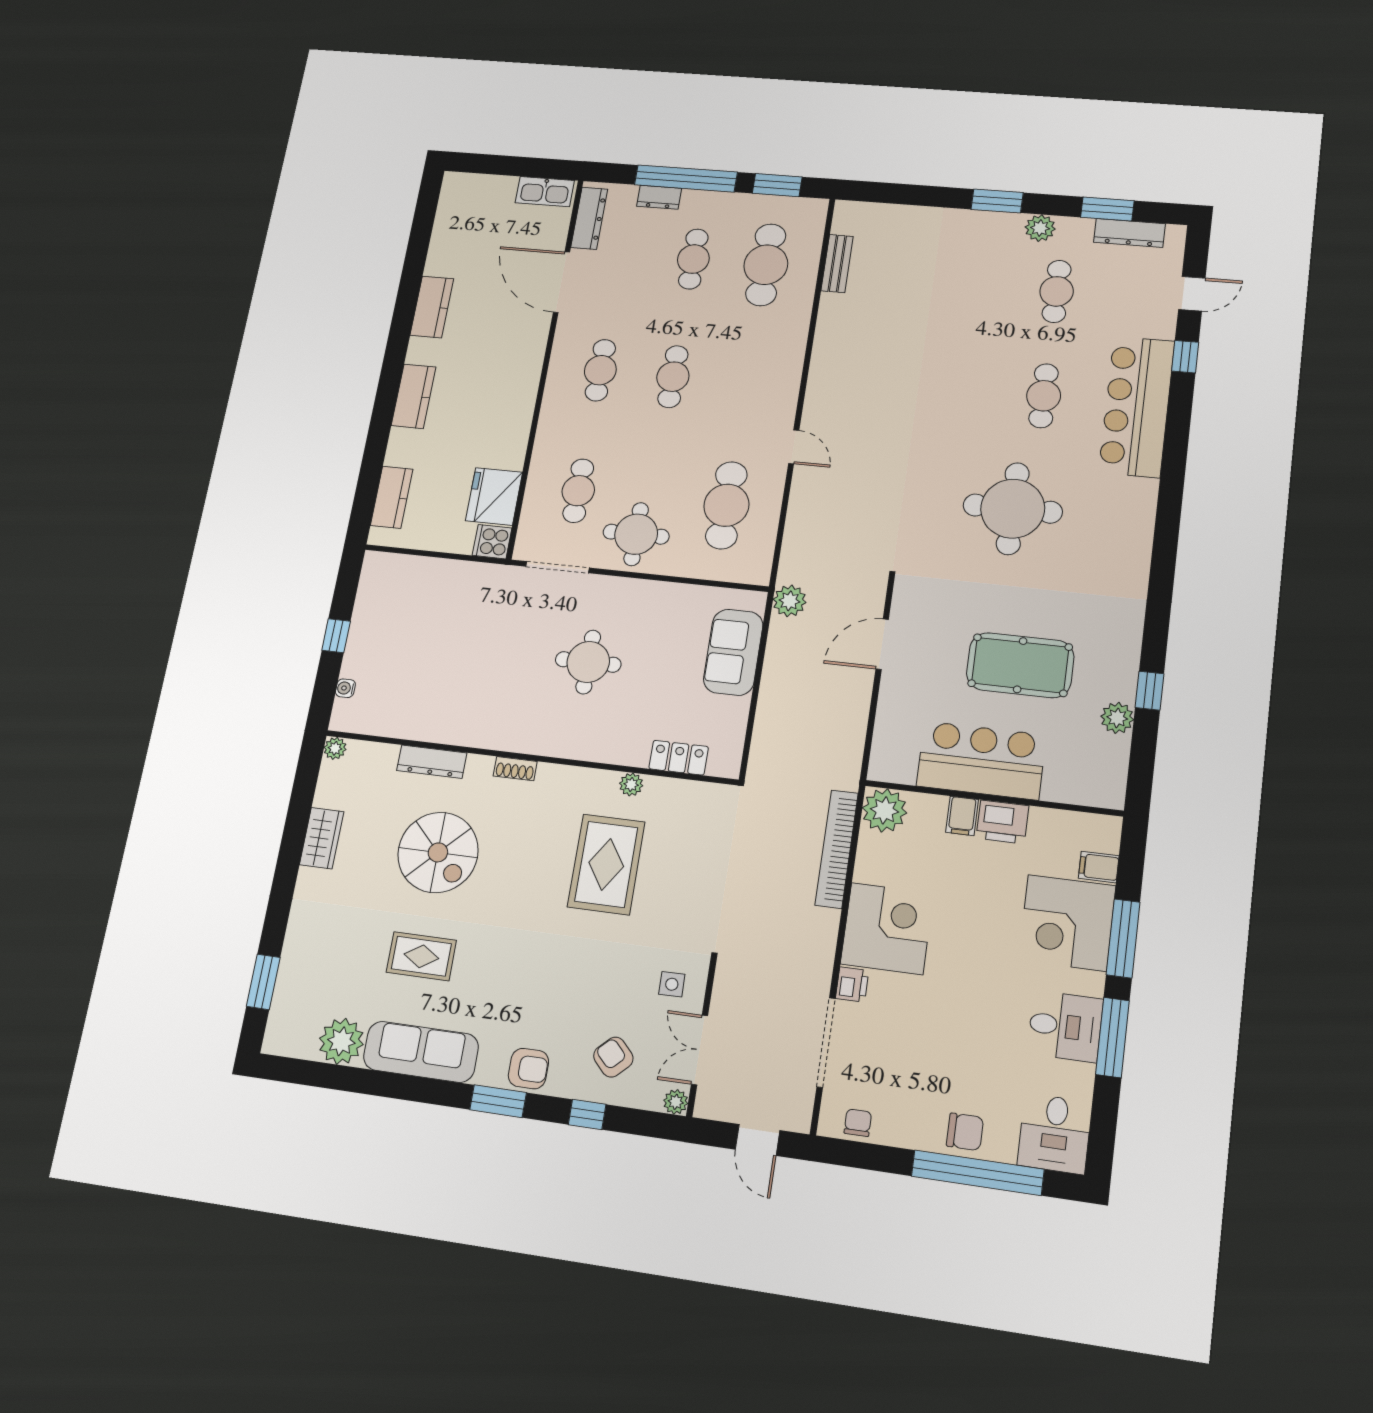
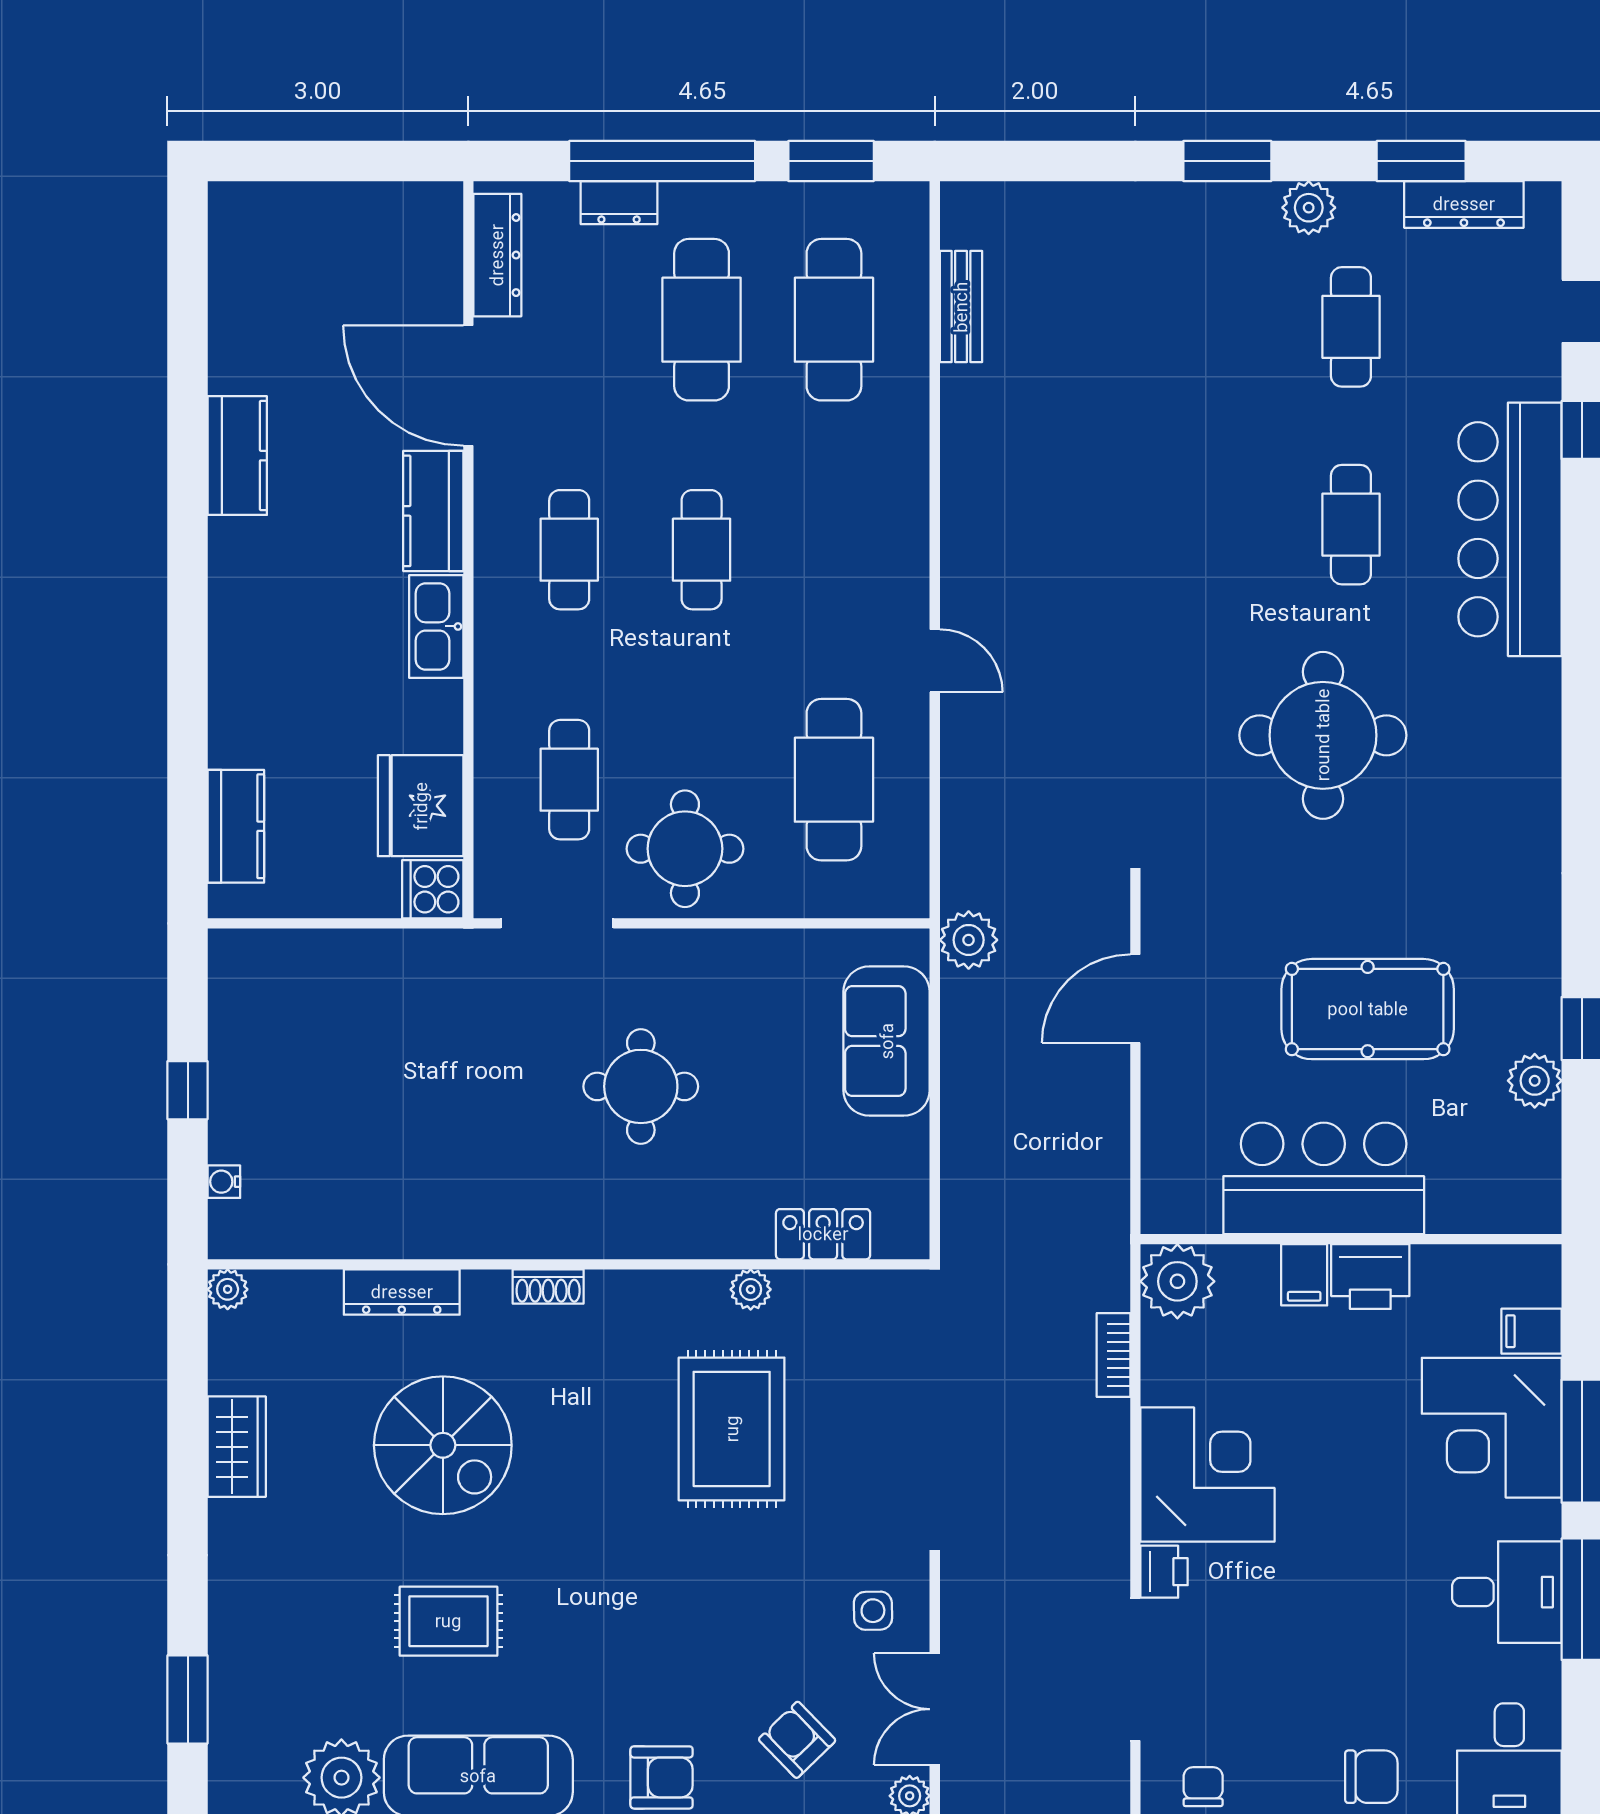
kitchen sink: (545, 192) -> (436, 626), moved, turned 90
cafe table: (693, 259) -> (702, 320), width x1.37, depth x1.35
kitchen counter: (414, 396) -> (433, 511), moved, turned 180
bookcase: (837, 849) -> (1114, 1355), width x0.43, depth x0.76

